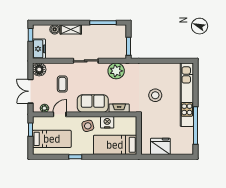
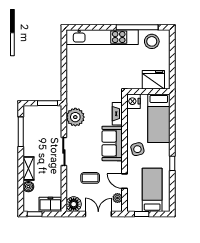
double door: (31, 91) -> (98, 214), swing flipped
stool: (155, 95) -> (152, 41), moved
nightstand: (107, 122) -> (133, 101), moved
fridge: (160, 146) -> (153, 80), moved, turned 90

